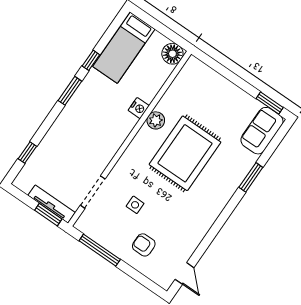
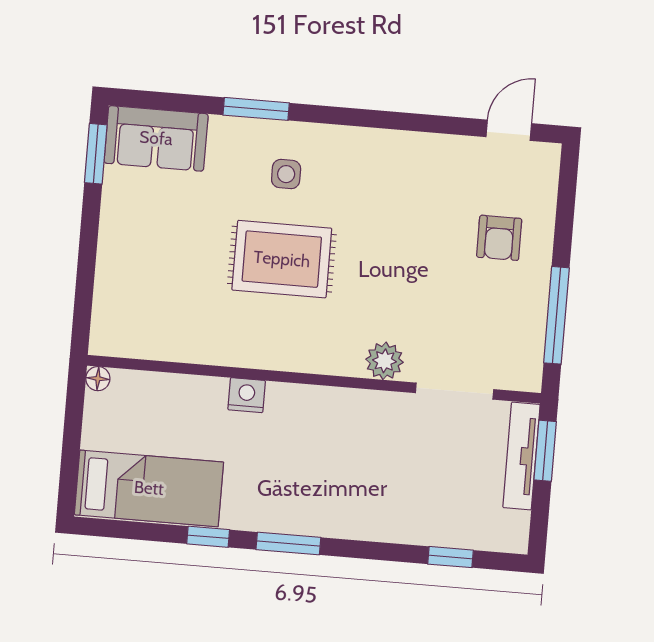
floor lamp: (172, 54) -> (98, 379), width x0.53, depth x0.53
plant: (156, 120) -> (384, 361), moved
rug: (185, 153) -> (282, 259), width x0.73, depth x0.69
side table: (135, 205) -> (286, 174), moved

